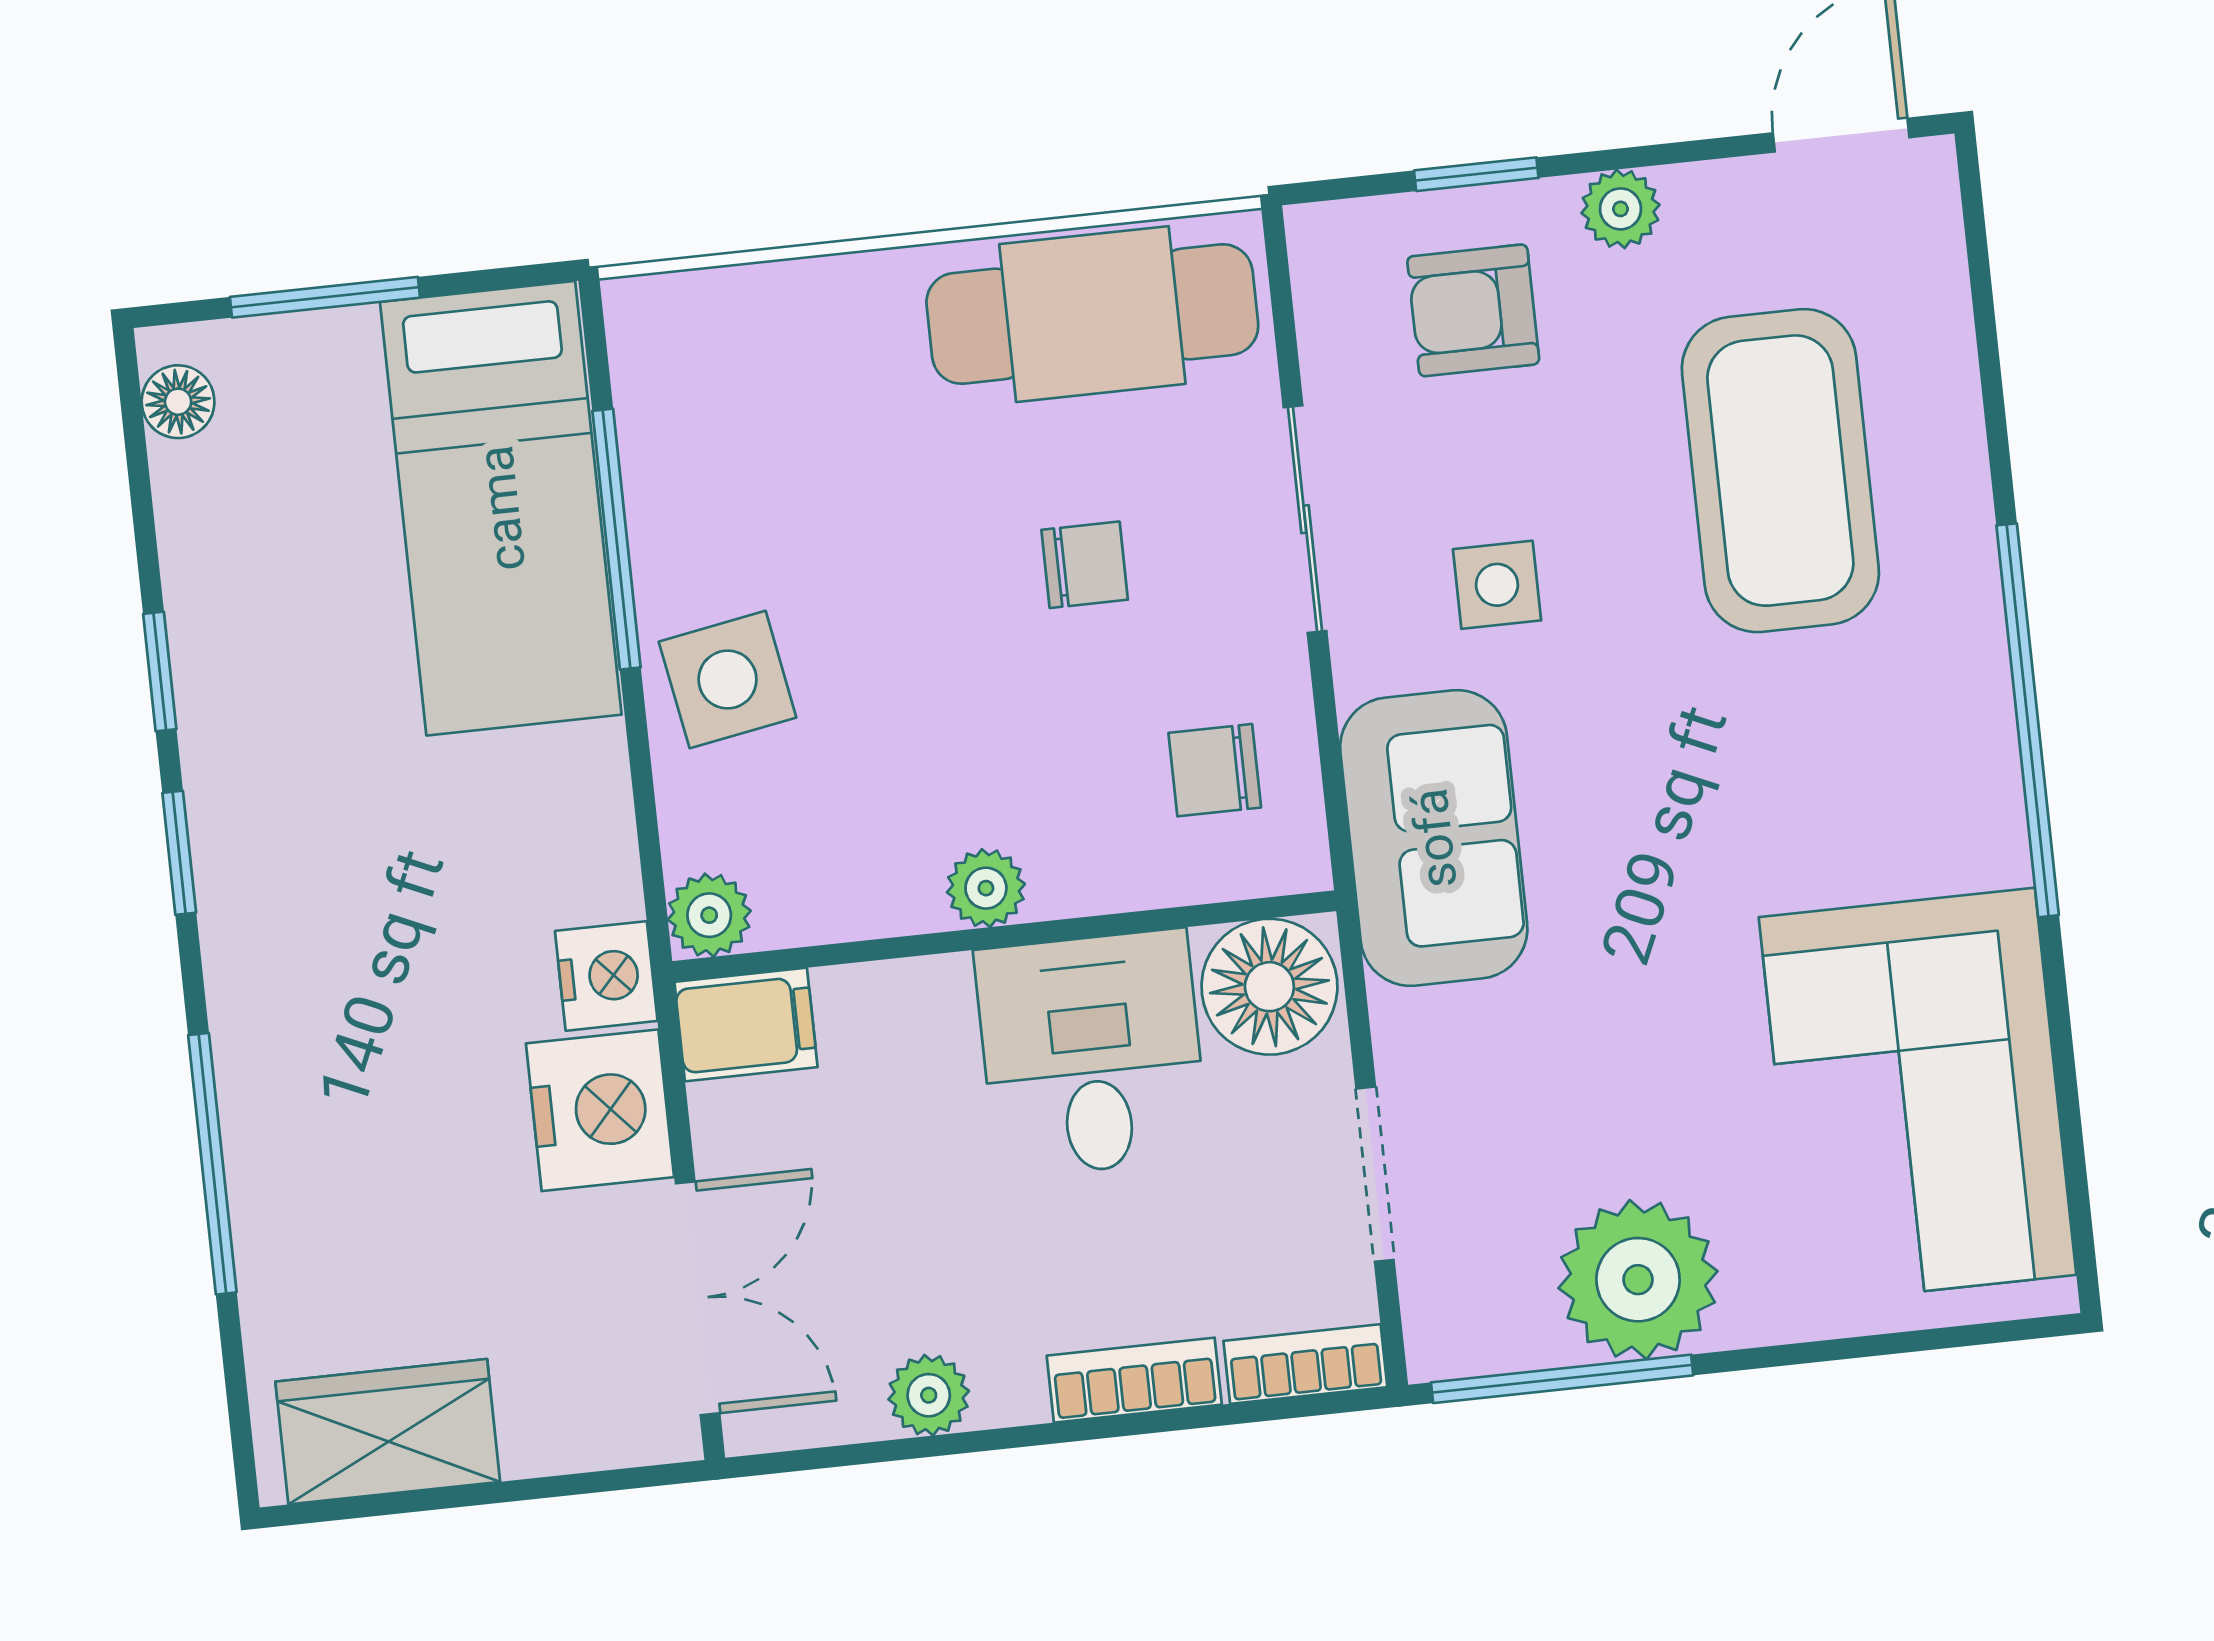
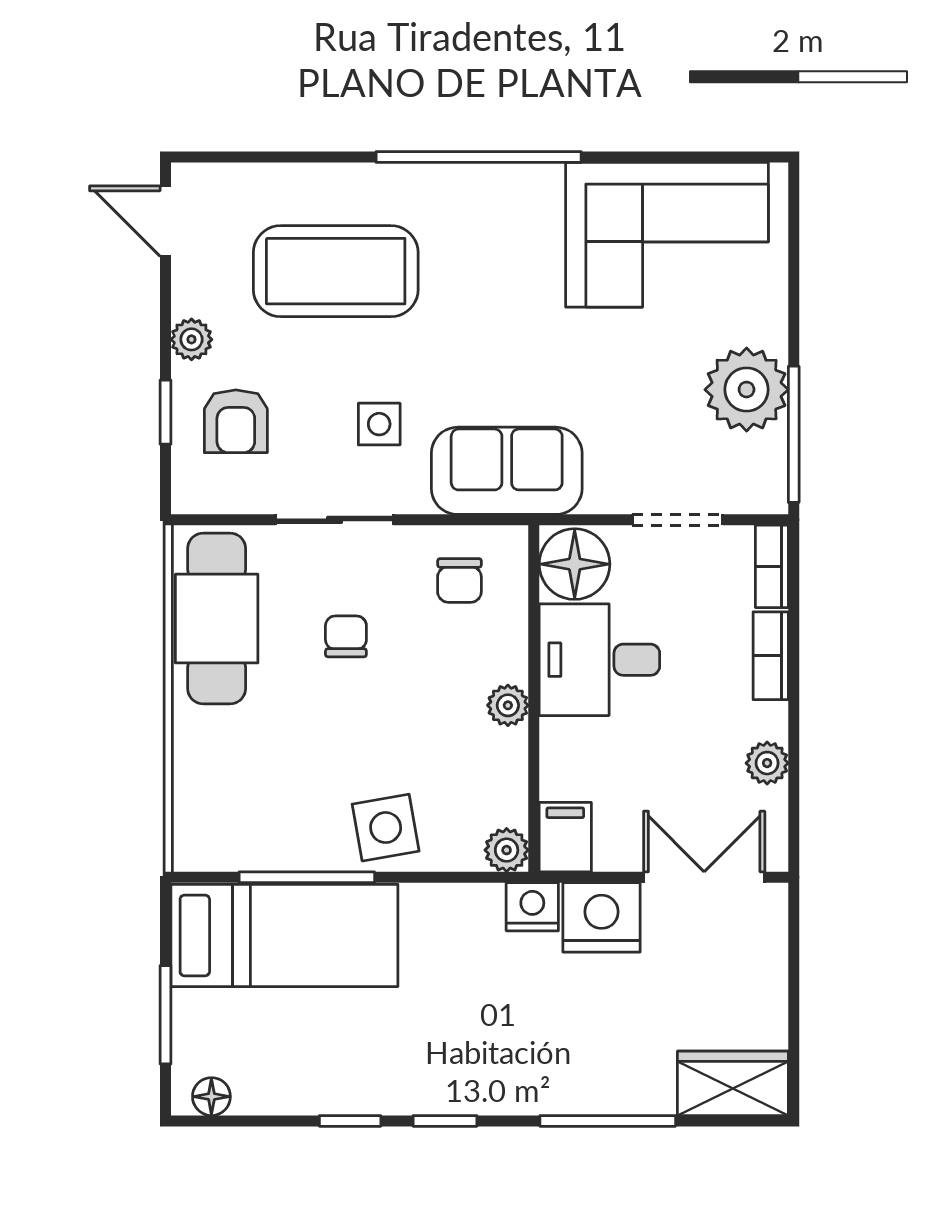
wardrobe: (388, 1432) -> (733, 1083), moved, turned 90

